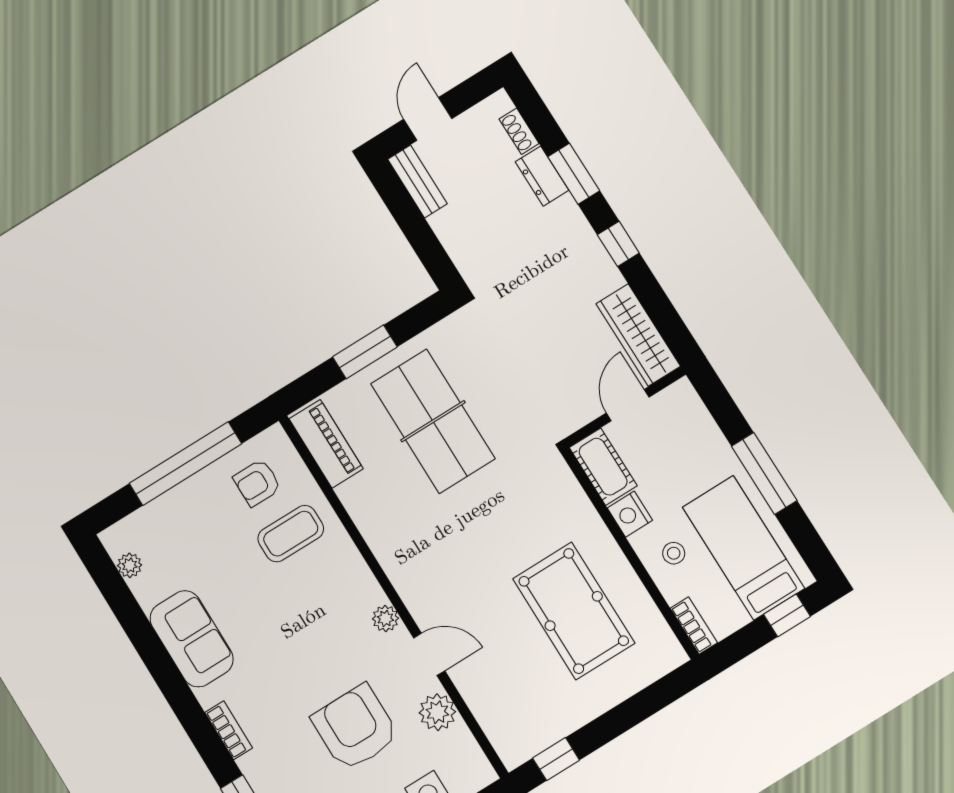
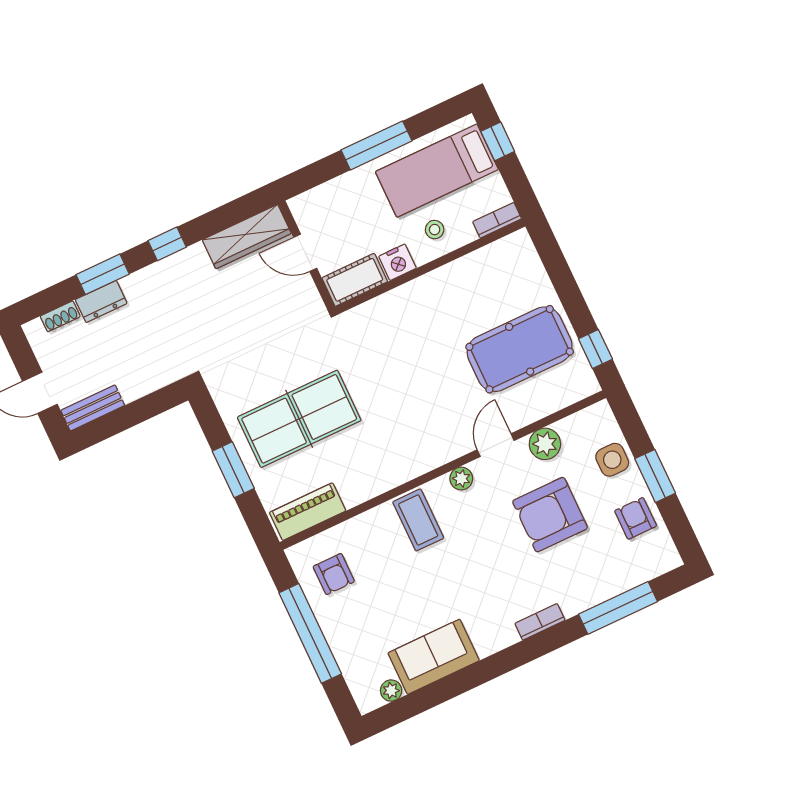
coffee table: (291, 534) -> (418, 520), moved
pool table: (574, 611) -> (520, 349), moved
sofa: (192, 639) -> (434, 657), moved

